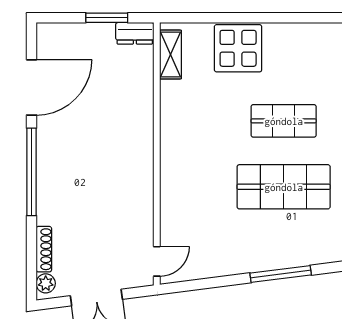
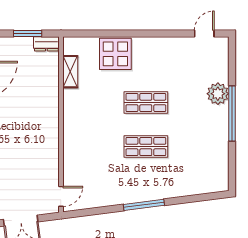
shelving: (170, 55) -> (70, 72), moved
shop shelf: (284, 187) -> (146, 147), width x0.70, depth x0.74

